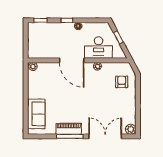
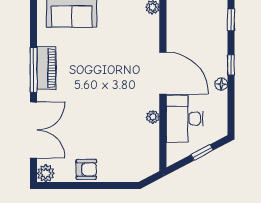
door: (72, 60) -> (163, 73), swing flipped
armchair: (122, 82) -> (86, 169), moved

